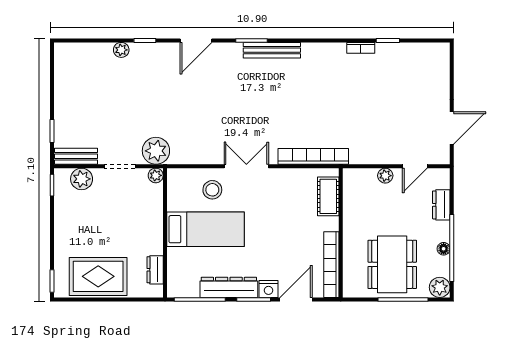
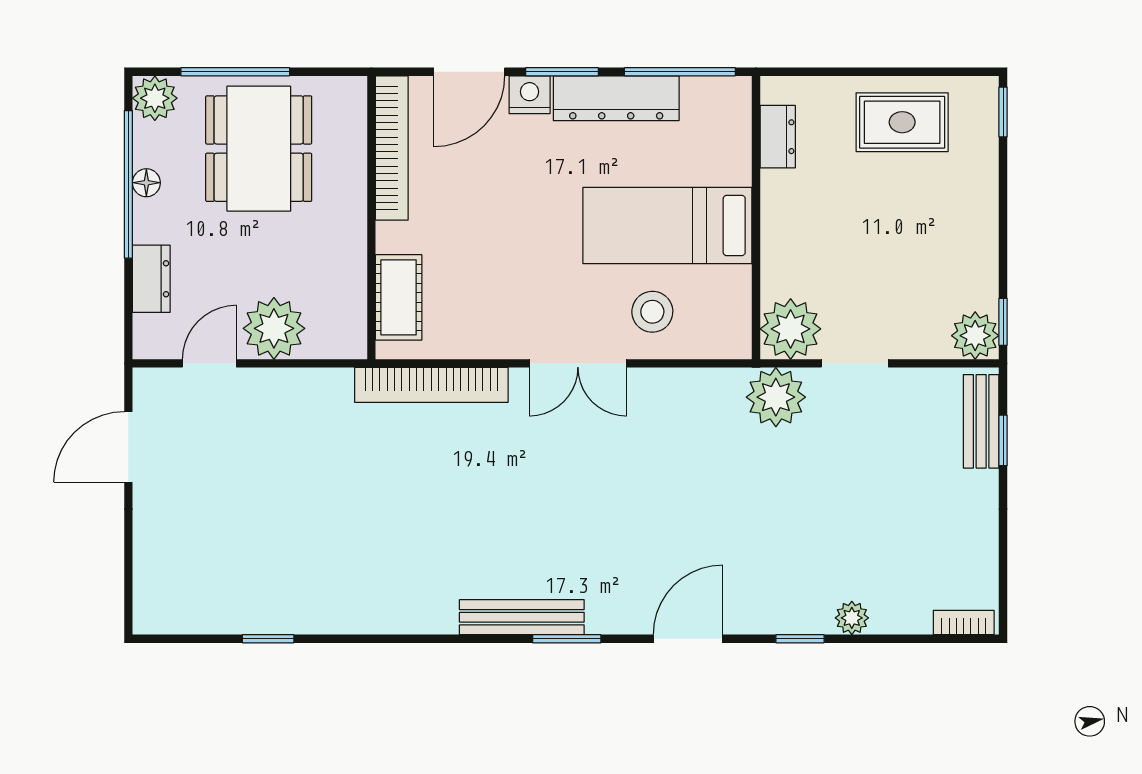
bookcase: (361, 48) -> (964, 623), moved
bench: (76, 156) -> (981, 421), moved, turned 90
plant: (156, 175) -> (791, 329), width x1.88, depth x1.88
plant: (385, 176) -> (274, 328), width x1.88, depth x1.88
plant: (82, 179) -> (975, 336), moved
rug: (98, 276) -> (902, 122), width x0.73, depth x0.70

